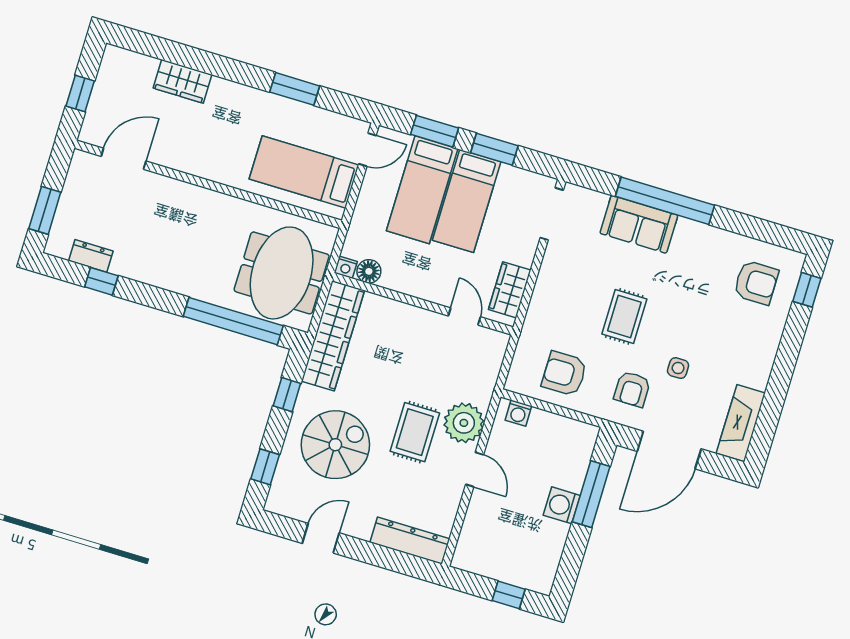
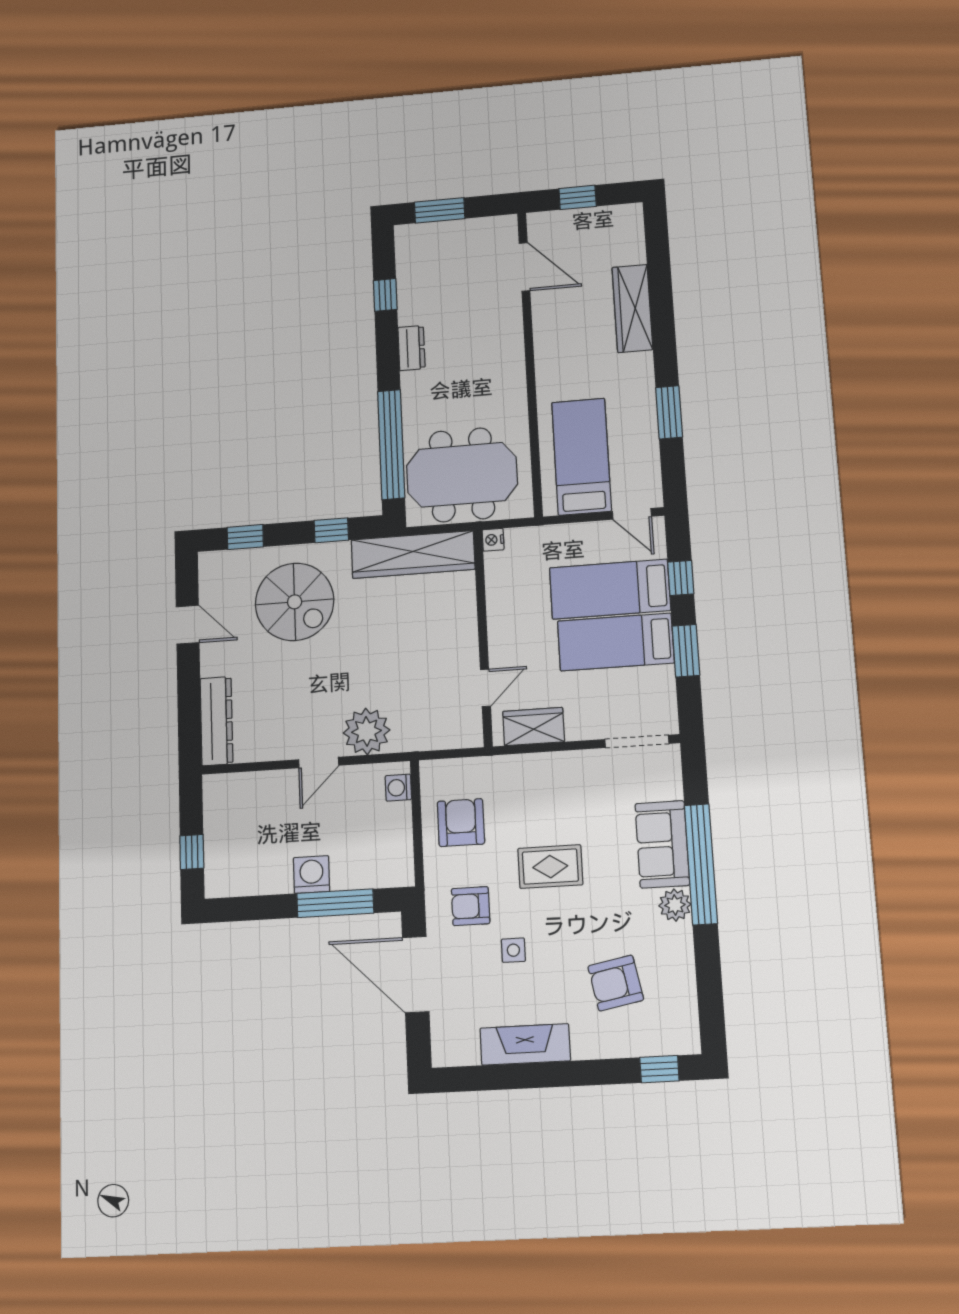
wardrobe: (182, 81) -> (632, 308), width x1.50
window: (435, 131) -> (681, 578), width x0.67
plant: (689, 232) -> (675, 905), added
dresser: (91, 256) -> (411, 348), moved
floor lamp: (369, 271) -> (498, 566), removed
armchair: (756, 283) -> (616, 983), moved, turned 79
fireplace: (741, 423) -> (525, 1044), moved
rug: (415, 432) -> (338, 682), removed

